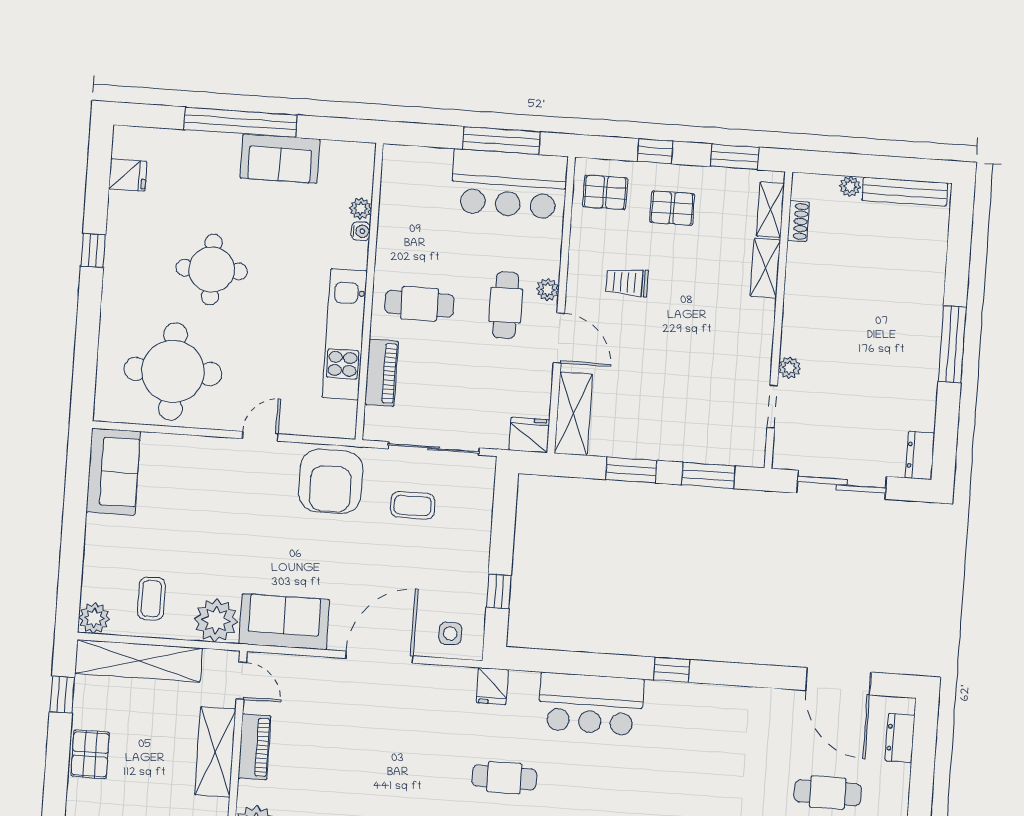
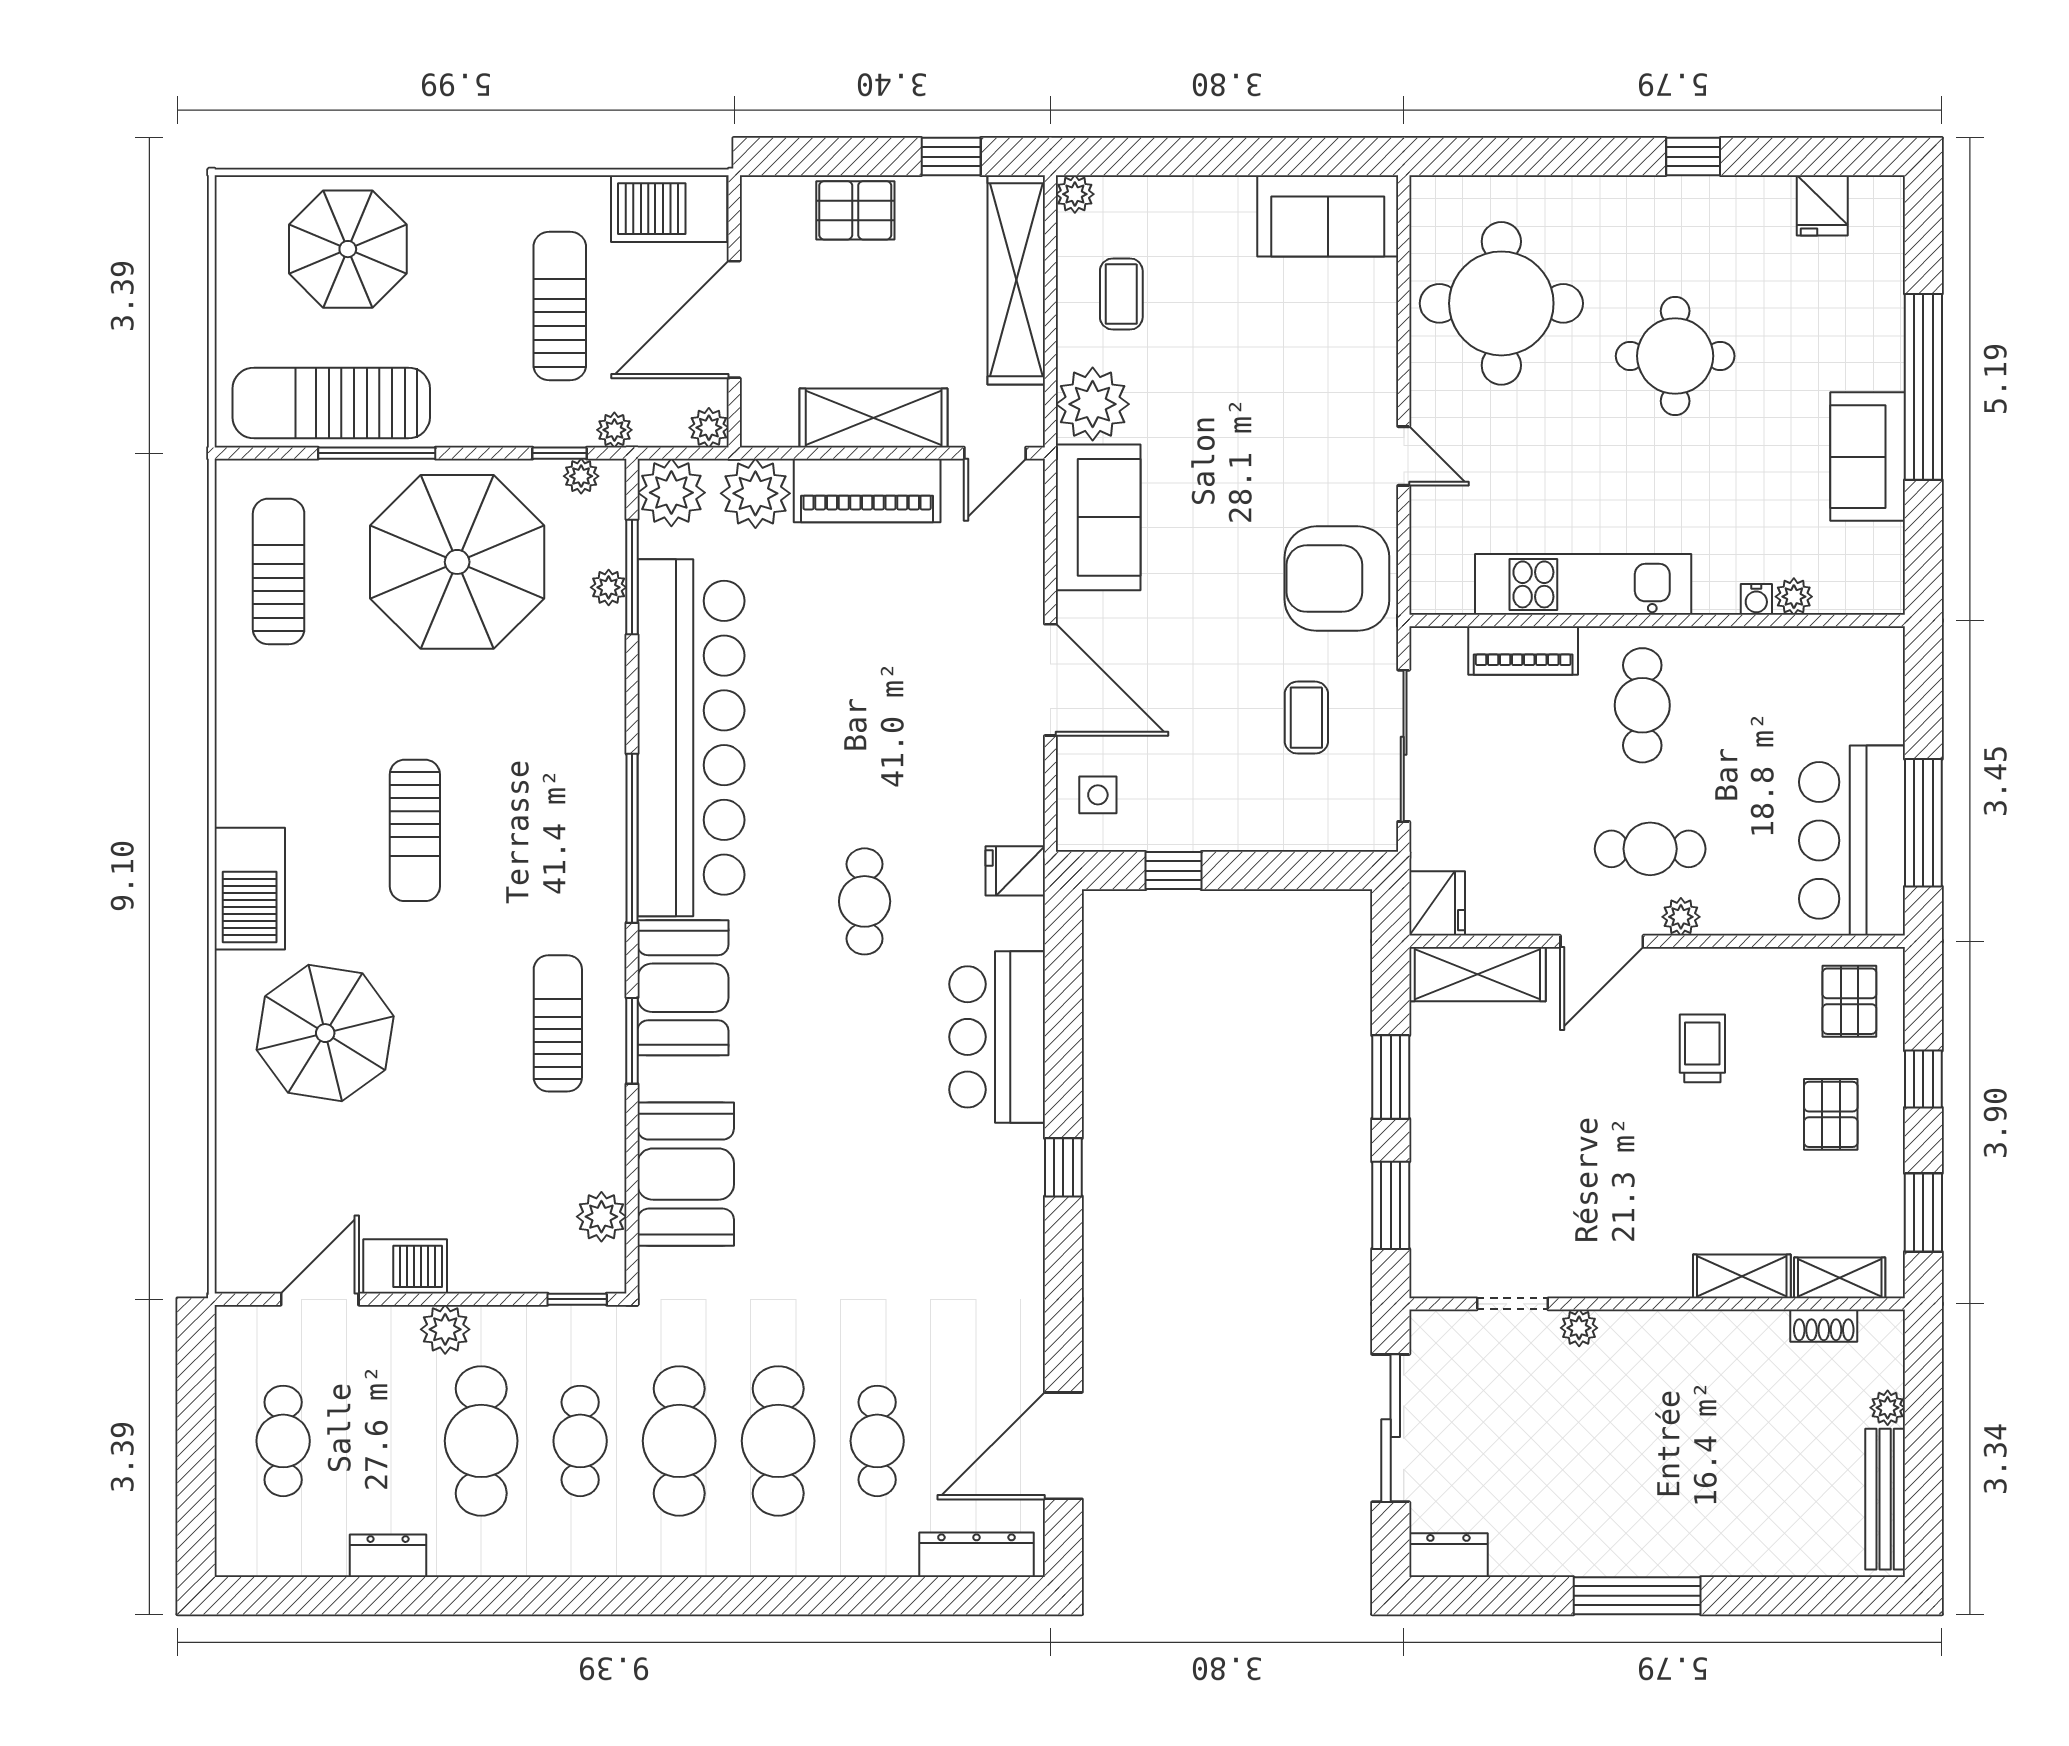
coffee table: (151, 598) -> (1121, 294), turned 90
plant: (94, 618) -> (1075, 194), width x0.73, depth x0.73
dresser: (900, 738) -> (976, 1555), width x1.44
piano: (254, 747) -> (867, 490), width x1.37, depth x1.33

